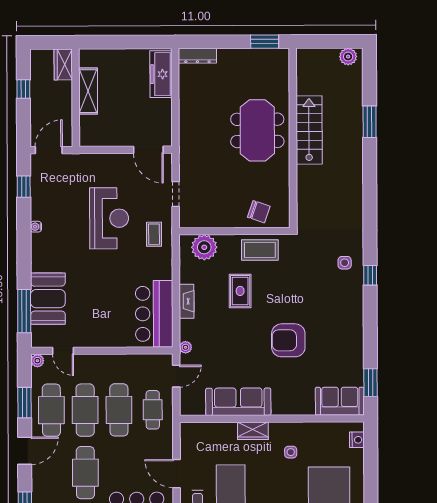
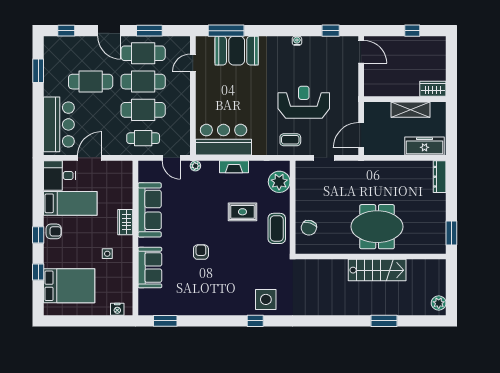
wardrobe: (63, 64) -> (433, 89), moved
shelving: (88, 91) -> (410, 110), moved
wall: (76, 98) -> (405, 99), moved
reception desk: (109, 218) -> (304, 102), turned 180
side table: (345, 263) -> (266, 299), width x1.87, depth x1.87
armchair: (288, 340) -> (201, 252), width x0.53, depth x0.53
plant: (37, 361) -> (185, 42), removed
sofa: (340, 401) -> (150, 268), moved

